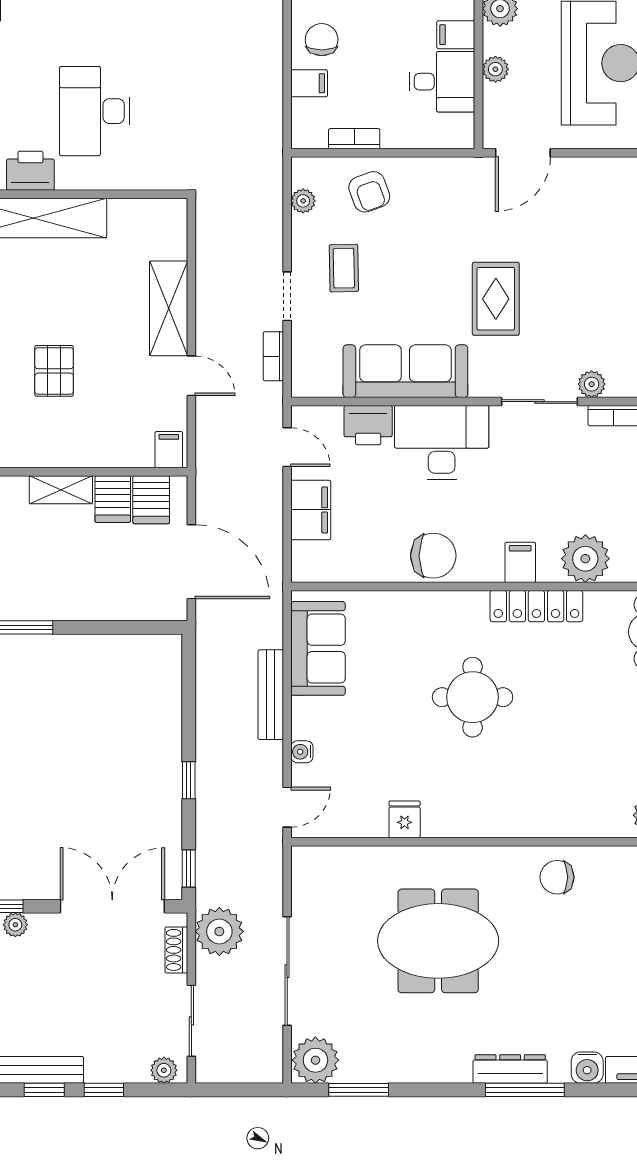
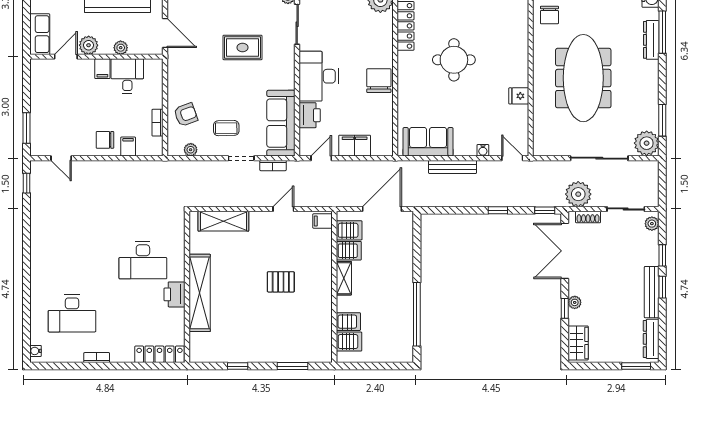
shelving: (169, 308) -> (223, 221), moved
sofa: (405, 371) -> (281, 123), moved
filing cabinet: (520, 562) -> (382, 35), removed
meeting table: (438, 941) -> (583, 78), width x1.36

